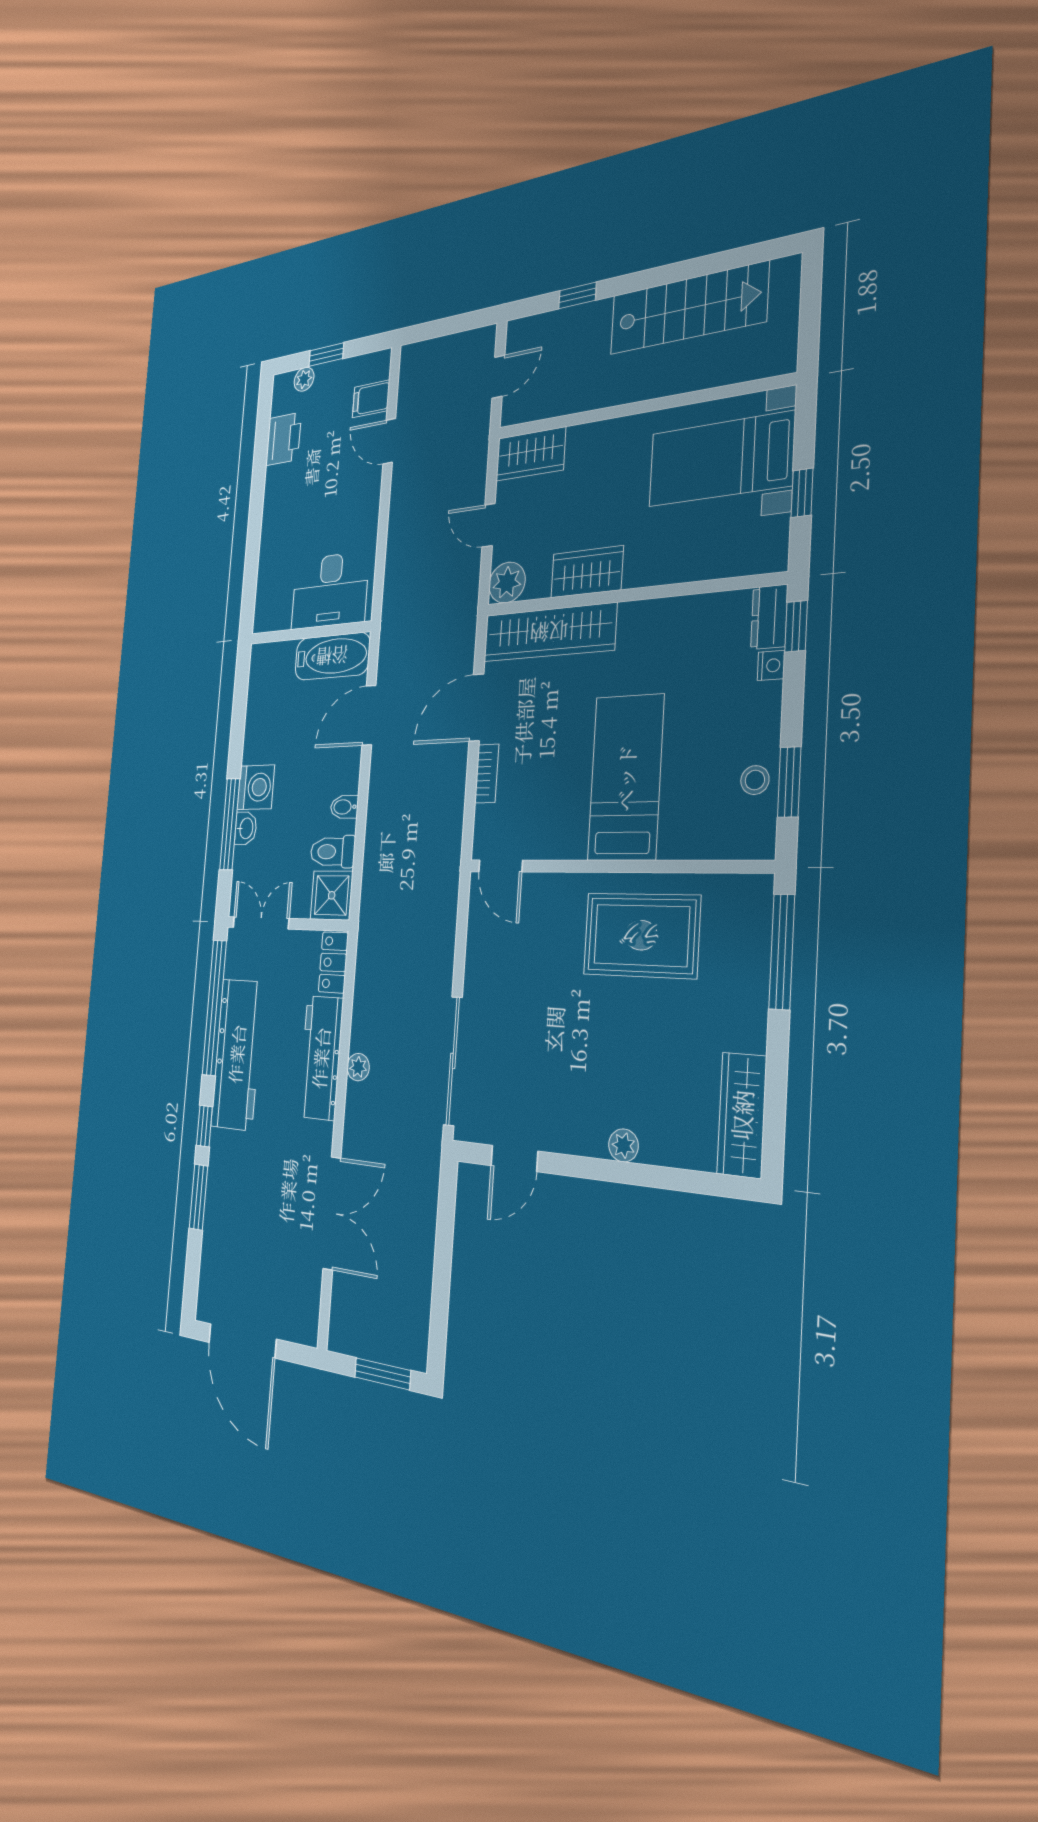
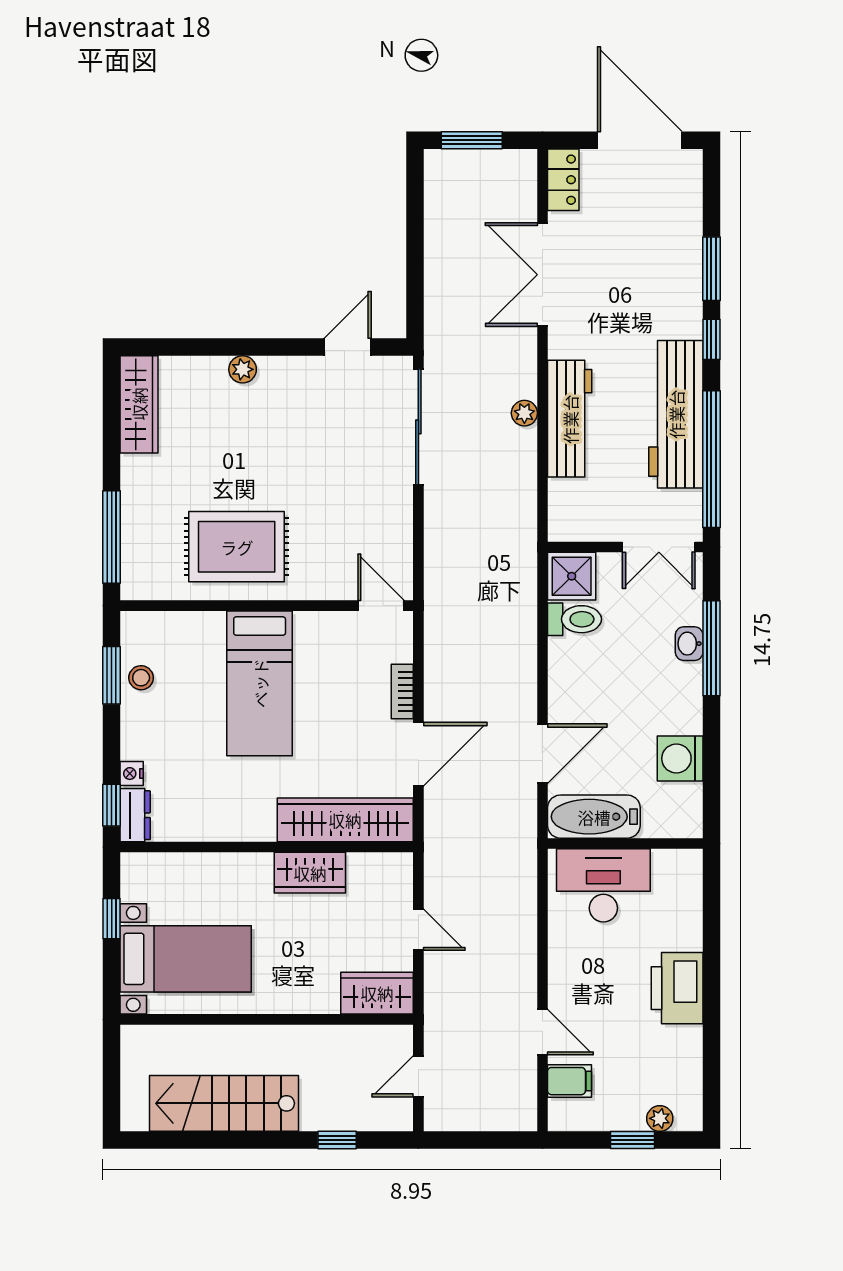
printer: (283, 439) -> (677, 988), moved, width x1.37, depth x1.19
plant: (507, 582) -> (394, 872), removed
washing machine: (256, 787) -> (680, 758), moved
bidet: (344, 807) -> (564, 663), removed
locker: (333, 962) -> (563, 180), moved

